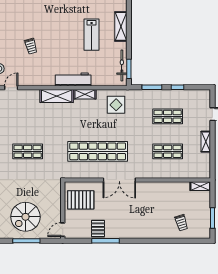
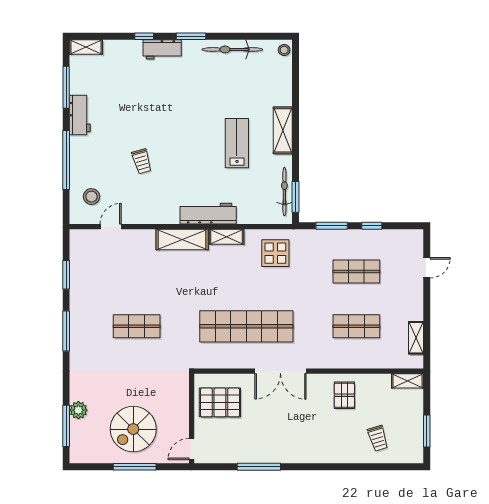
lab bench: (92, 35) -> (237, 143), turned 180
shelving: (206, 142) -> (416, 338), moved
pallet: (98, 229) -> (344, 395), moved

